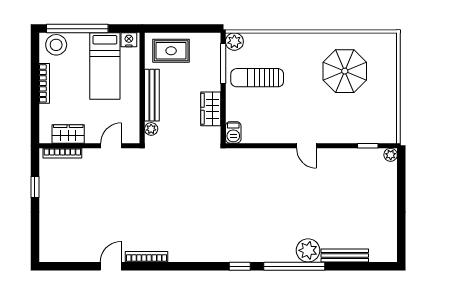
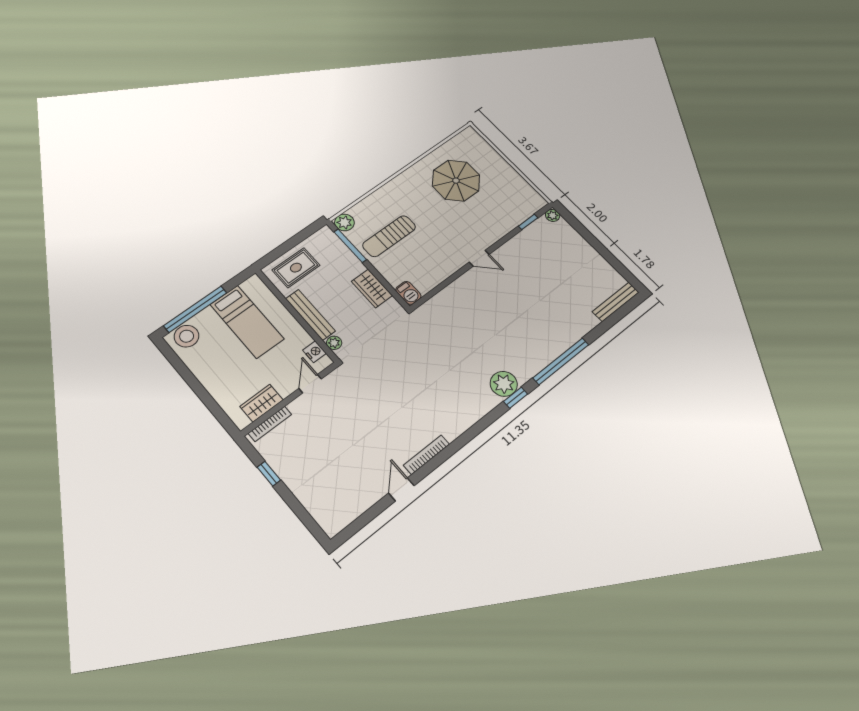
nightstand: (129, 40) -> (315, 352), moved, turned 90
bookcase: (44, 83) -> (202, 376), removed
plant: (308, 250) -> (504, 384), moved
bench: (345, 255) -> (616, 302), moved

